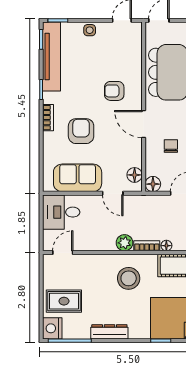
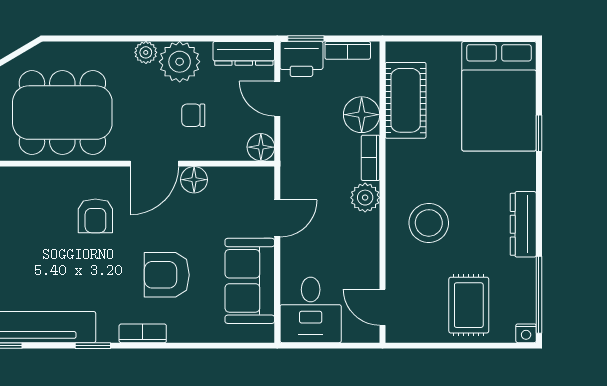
floor lamp: (135, 175) -> (194, 180), moved
floor lamp: (166, 246) -> (362, 115), width x1.89, depth x1.89
stool: (129, 278) -> (429, 223), moved
nightstand: (52, 328) -> (526, 333), width x0.53, depth x0.56

